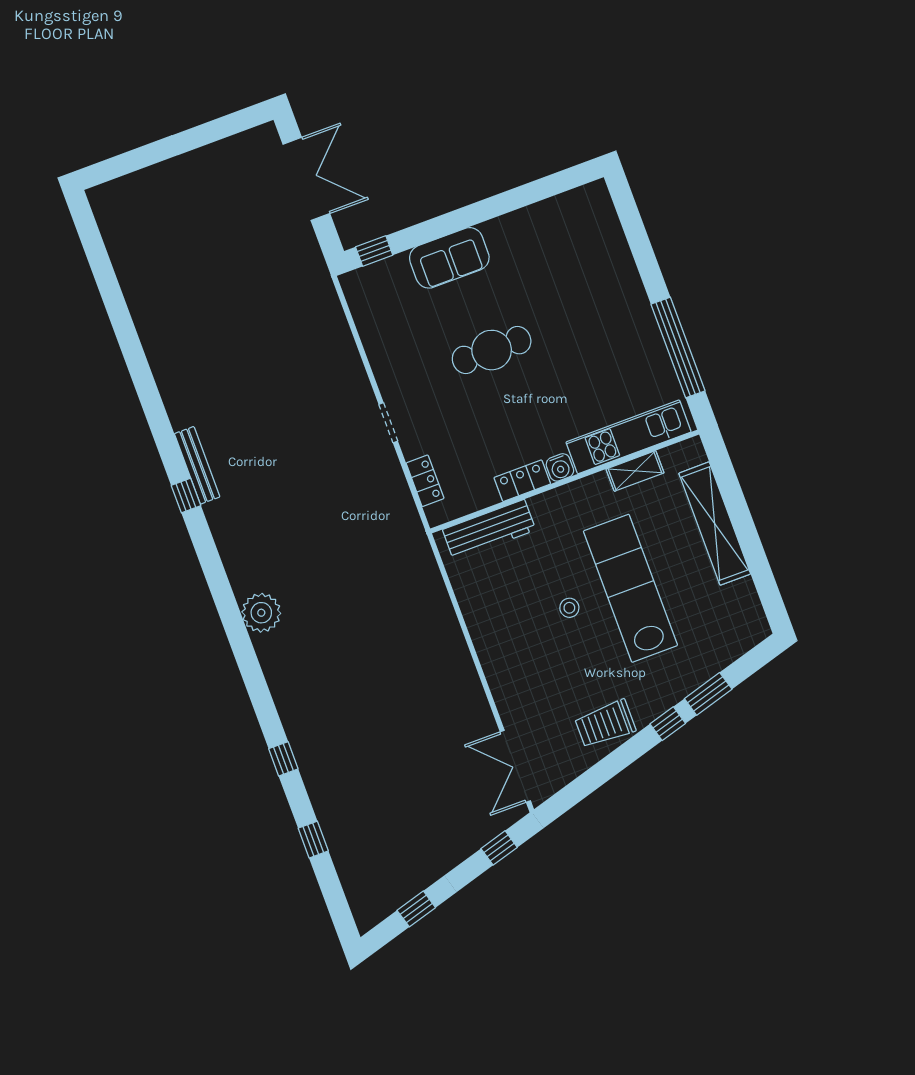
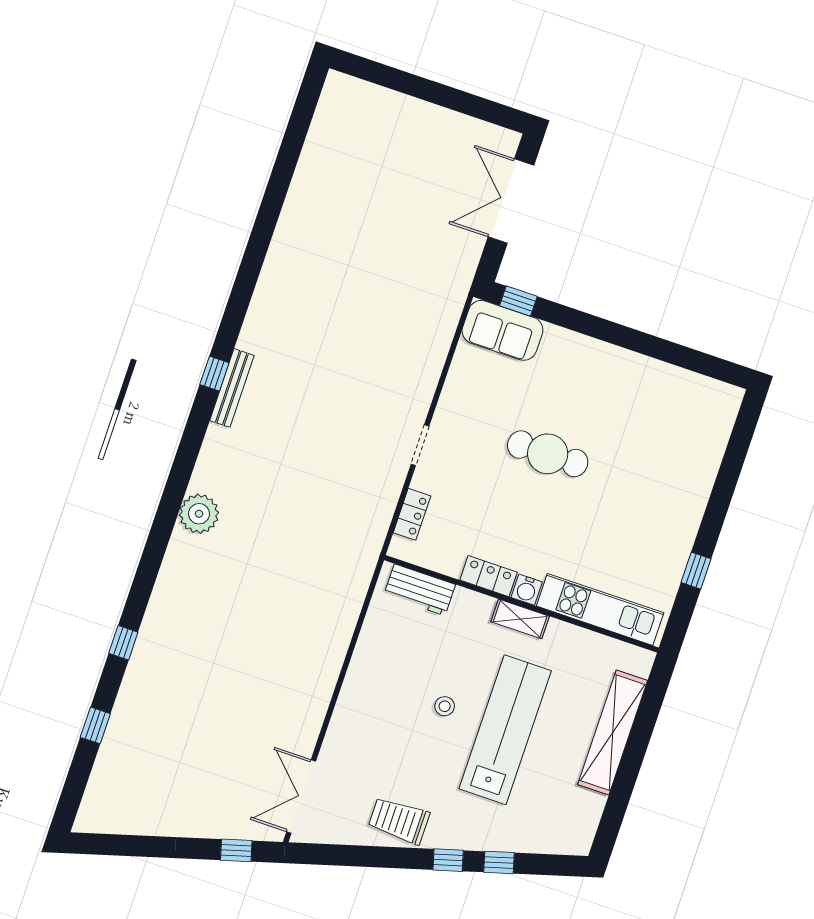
double door: (306, 179) -> (511, 201), swing flipped
sofa: (449, 258) -> (502, 330), moved
window: (678, 348) -> (696, 571), width x0.32
bench: (197, 465) -> (232, 388), moved
shelving: (635, 471) -> (520, 619), moved
workbench: (489, 530) -> (420, 590), width x0.73
window: (708, 694) -> (499, 862), width x0.67
window: (416, 909) -> (132, 846), removed

